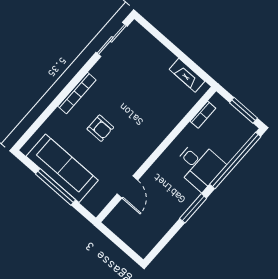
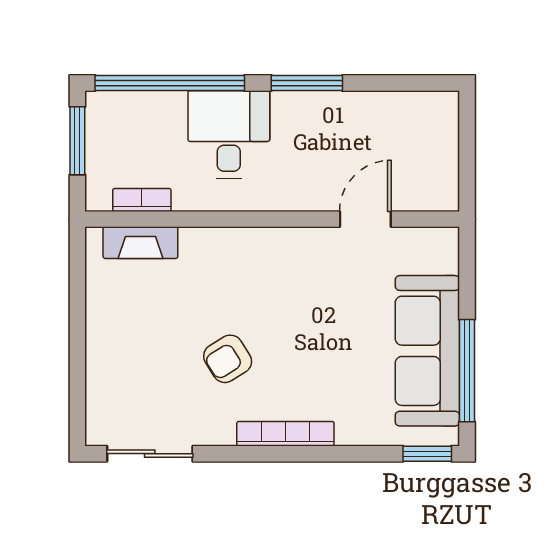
fireplace: (187, 75) -> (140, 243), moved, turned 90
armchair: (100, 128) -> (228, 359), moved, turned -122
window: (26, 137) -> (427, 454), added
window: (56, 187) -> (467, 371), moved

